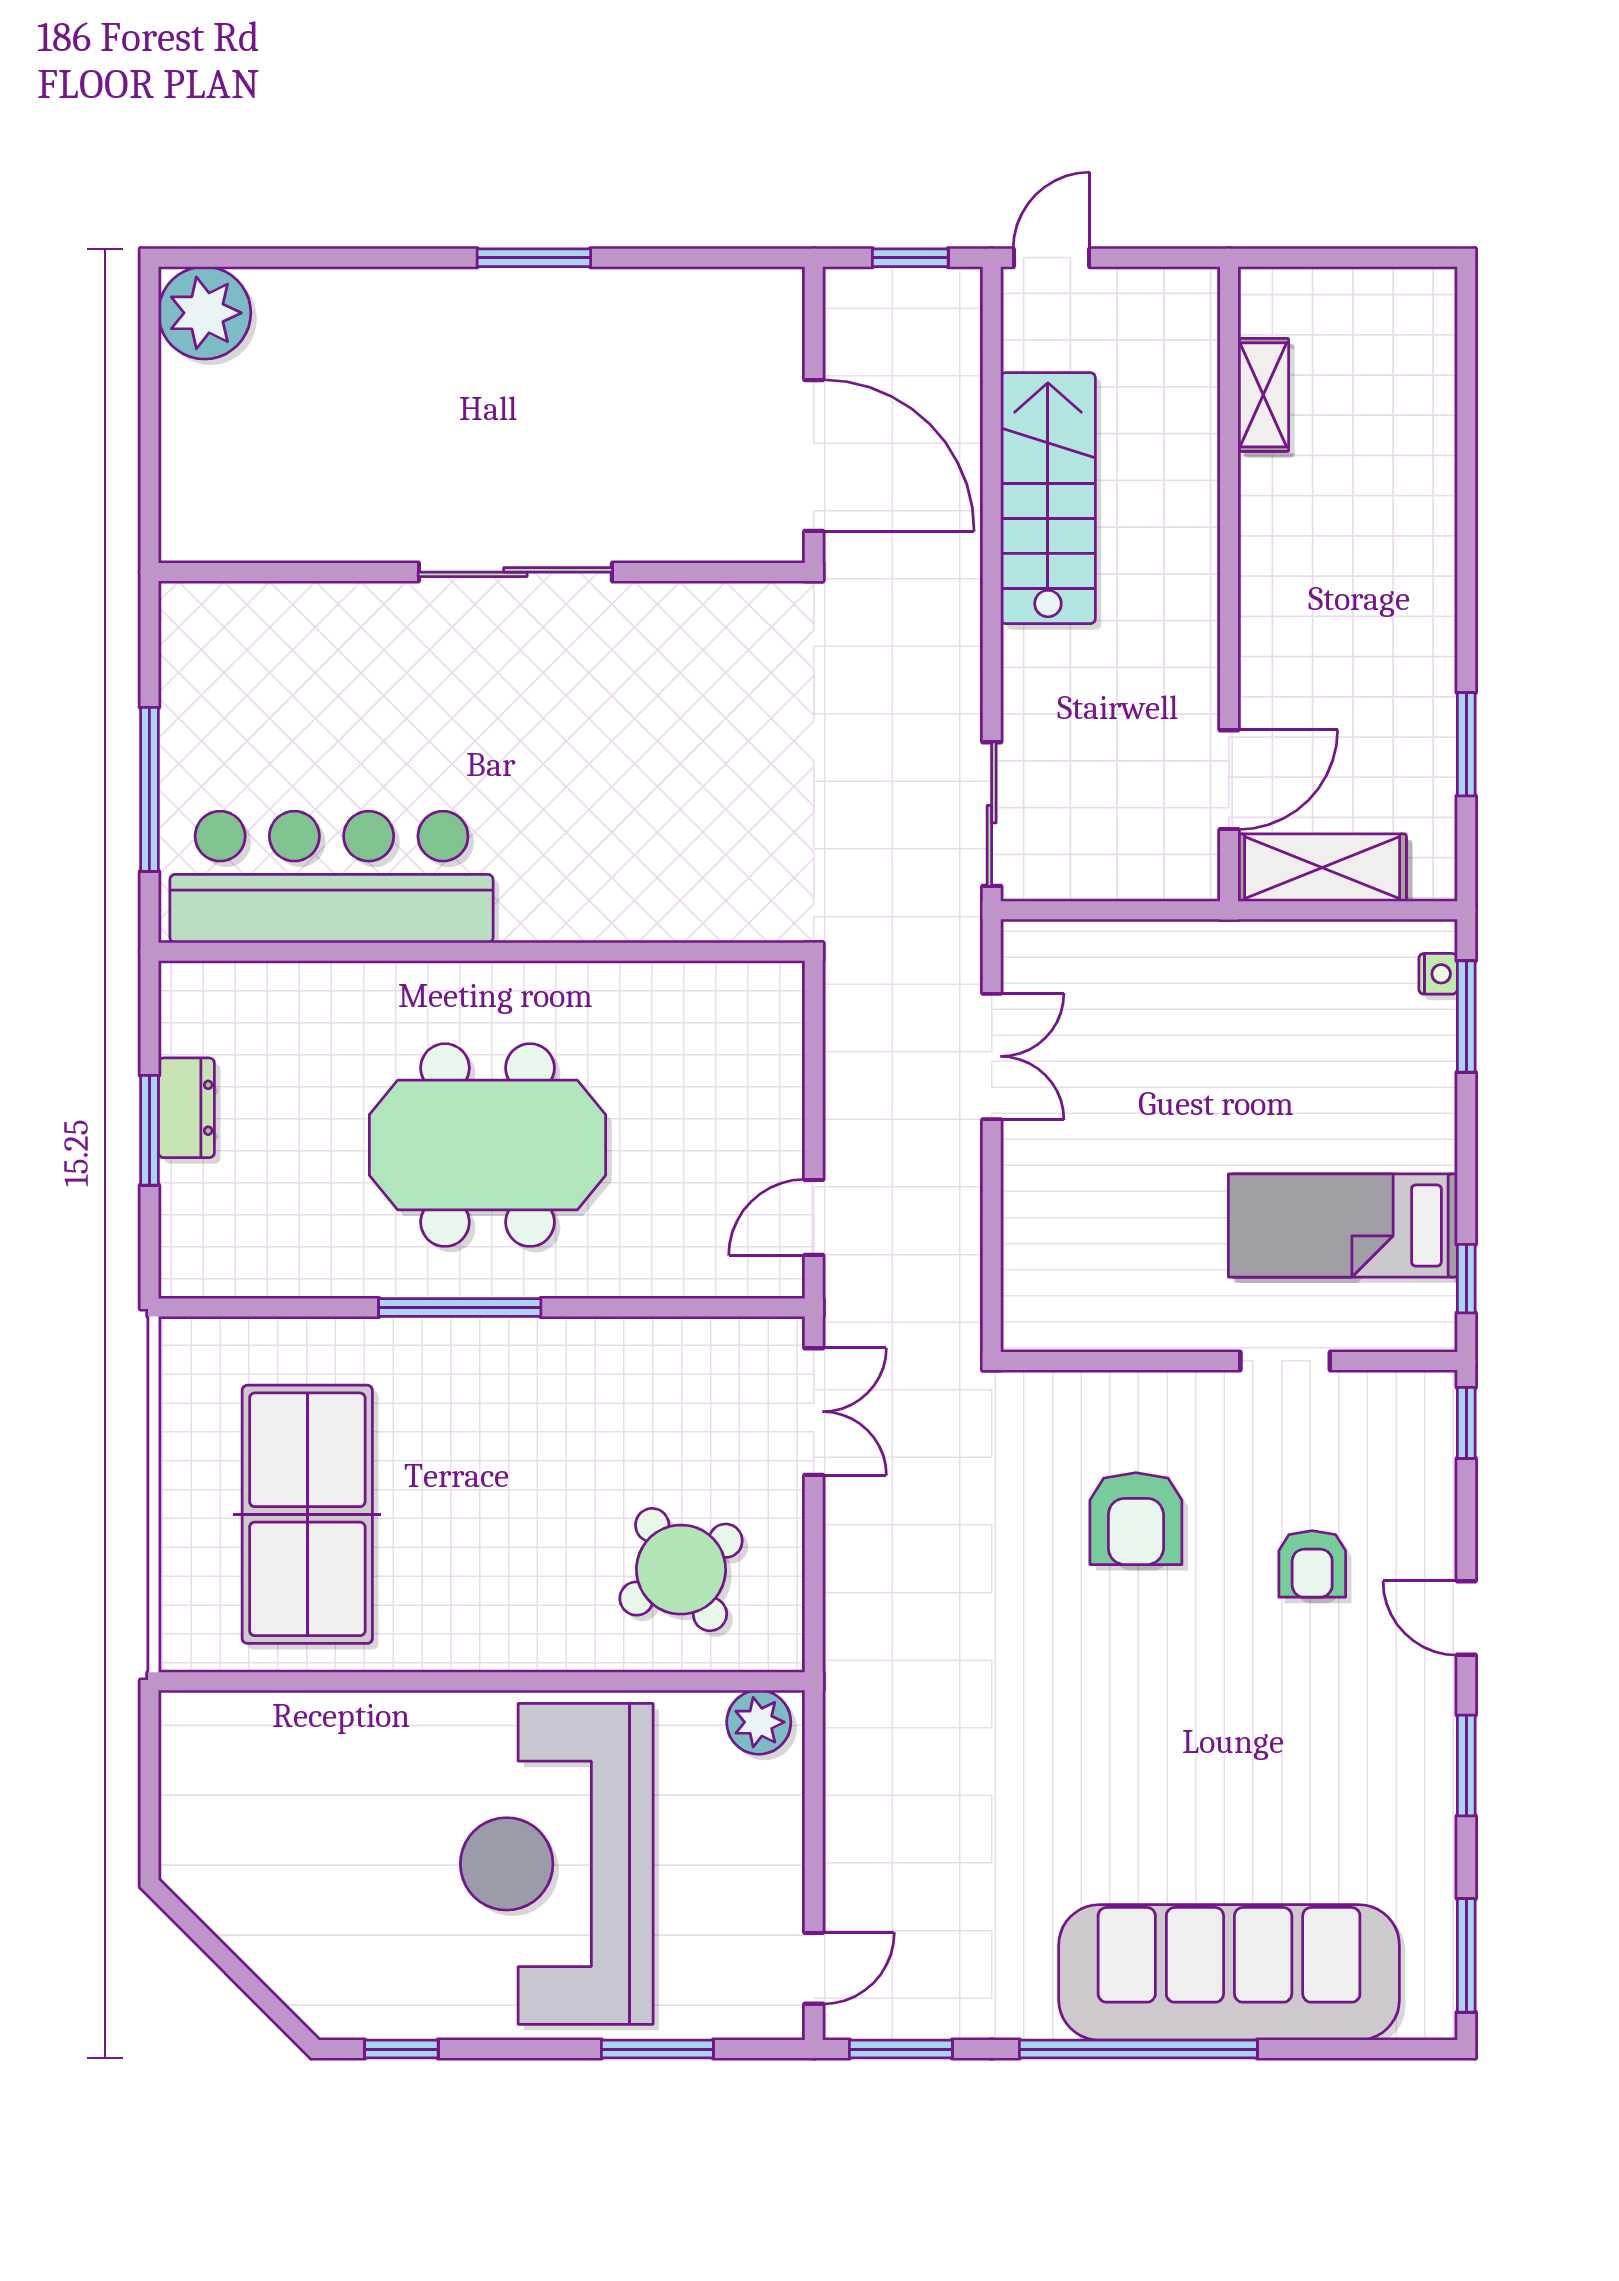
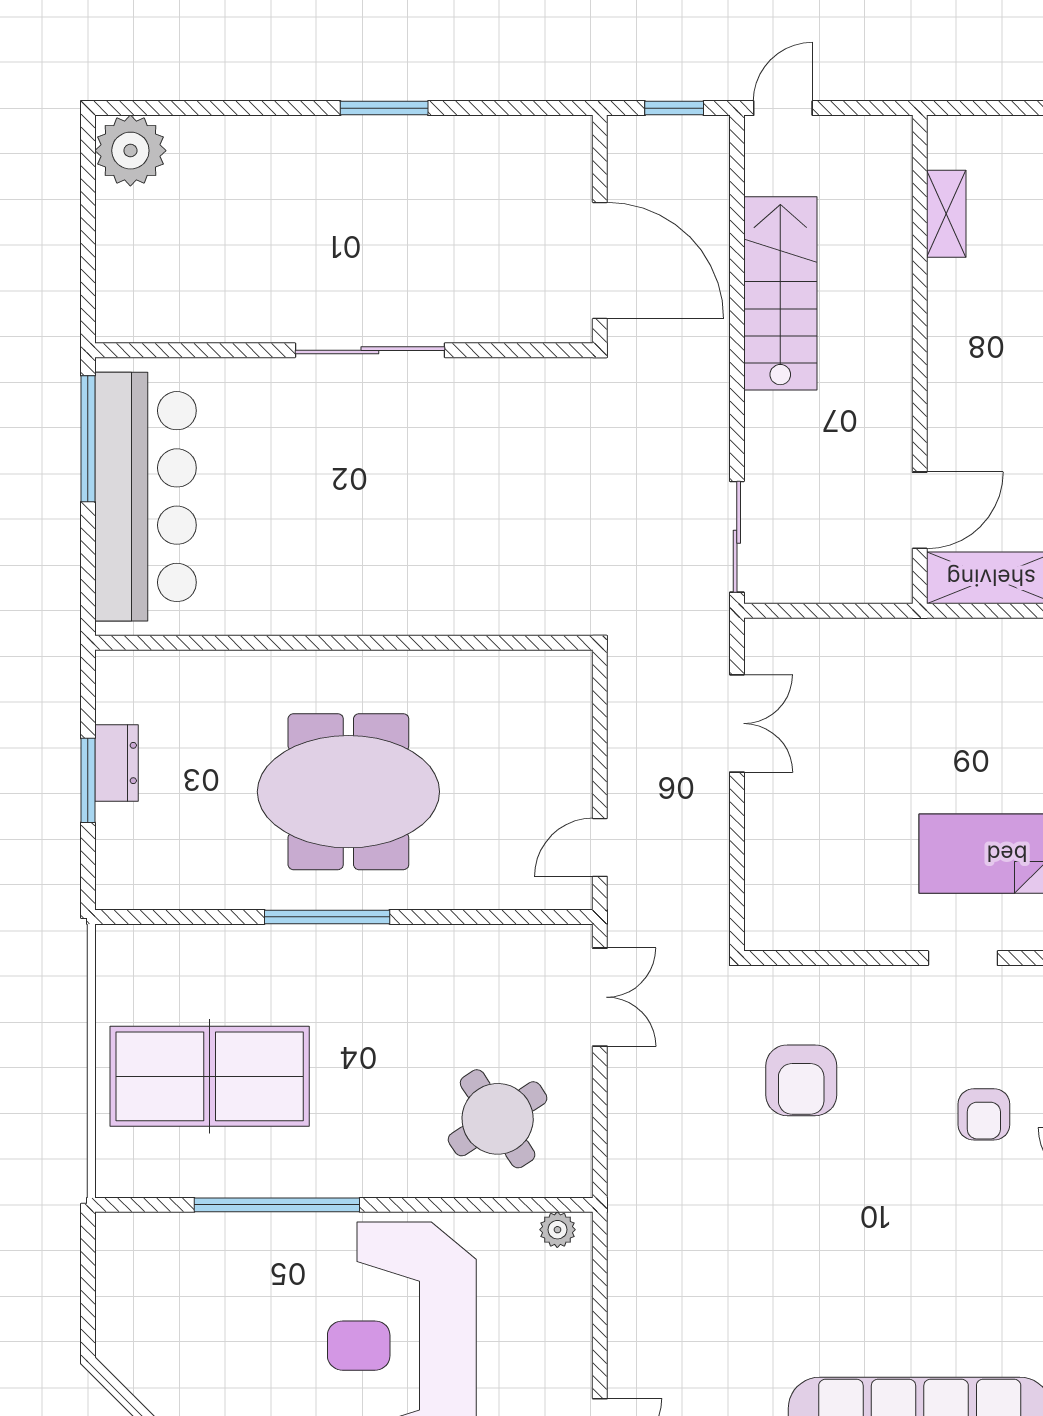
window: (149, 789) -> (88, 439), moved
bar counter: (332, 877) -> (146, 497), moved, turned 90
table tennis table: (307, 1514) -> (210, 1076), turned 90
armchair: (1136, 1519) -> (801, 1080), moved
window: (395, 1681) -> (277, 1205), added
plant: (759, 1722) -> (557, 1230), width x0.73, depth x0.73

